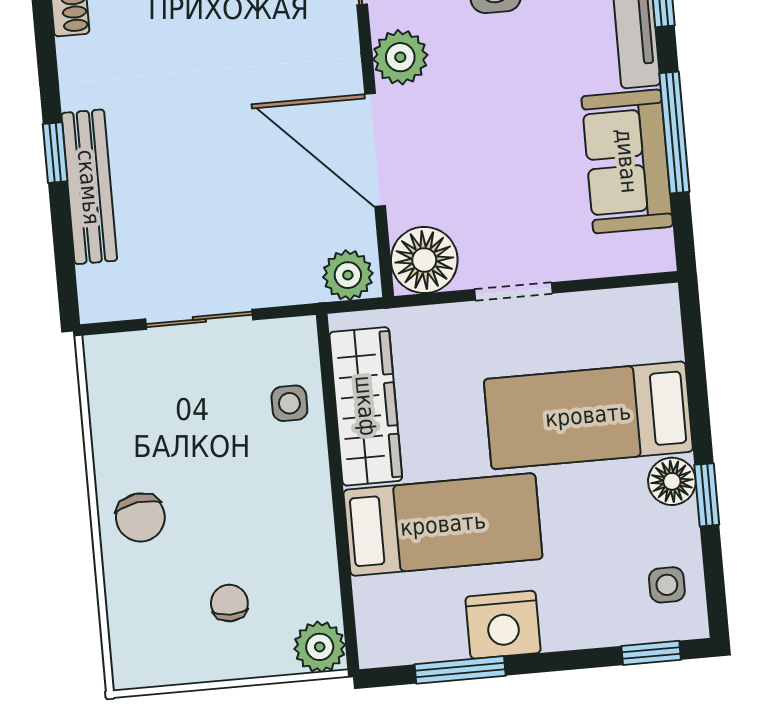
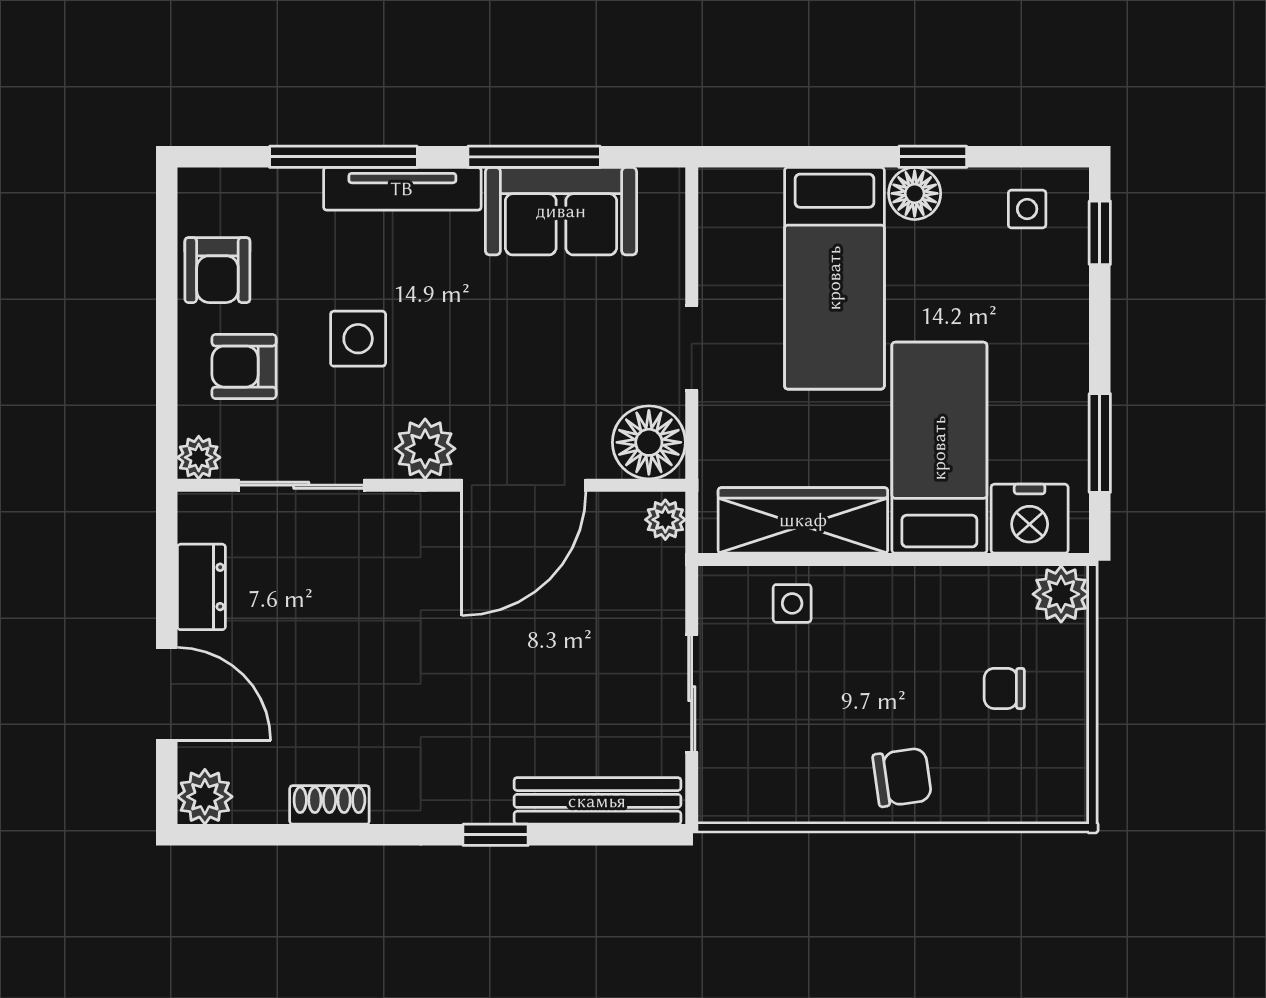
bench: (89, 187) -> (597, 801), moved
plant: (348, 275) -> (665, 520), width x0.73, depth x0.73
nightstand: (503, 625) -> (1030, 519), moved, turned 90

